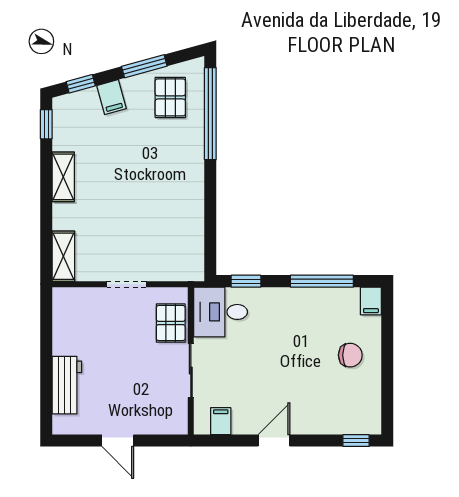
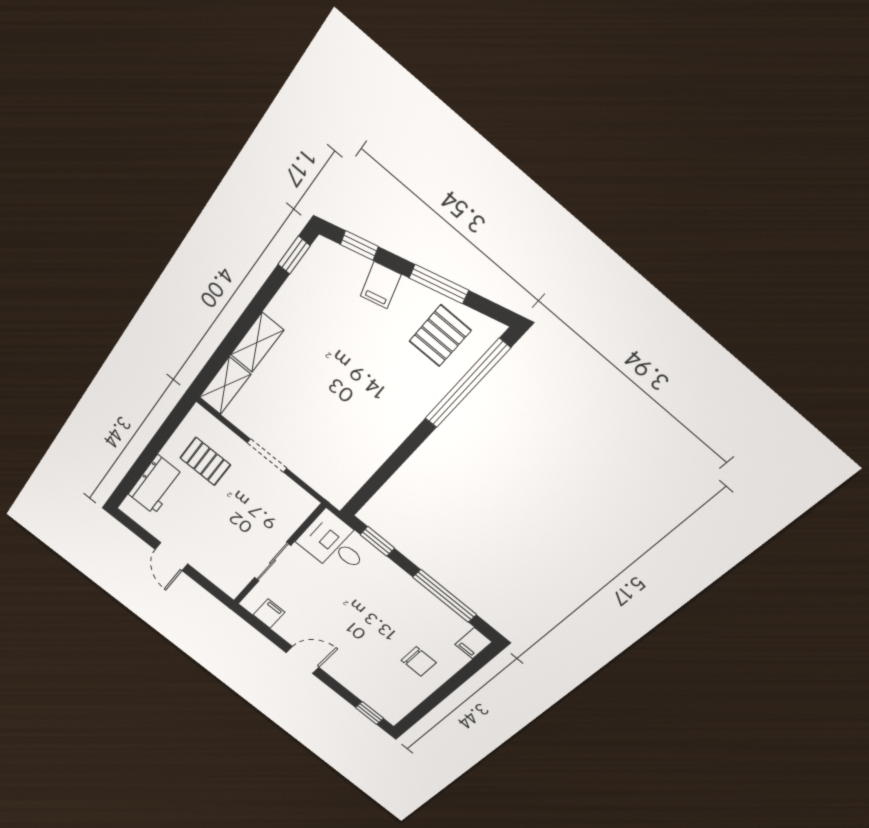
shelving: (63, 177) -> (257, 343), moved
pallet: (171, 323) -> (205, 461), moved, turned 90

